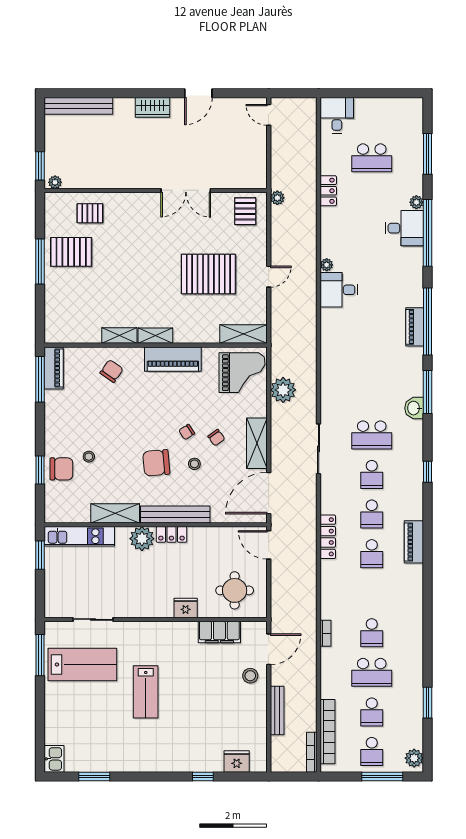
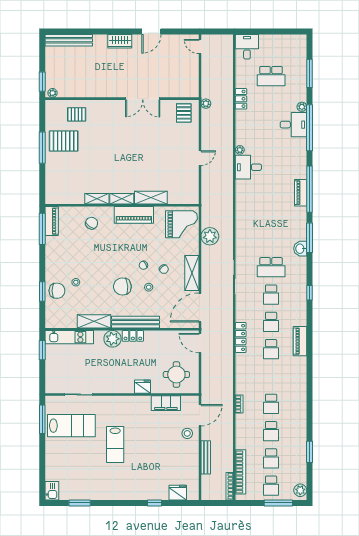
pallet: (208, 274) -> (158, 156), removed
shelving: (243, 334) -> (151, 198), moved
school desk: (372, 672) -> (271, 431), width x0.54

